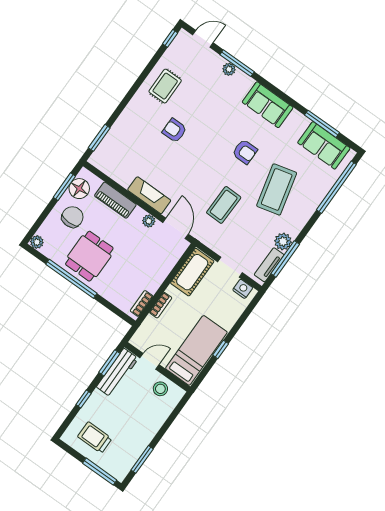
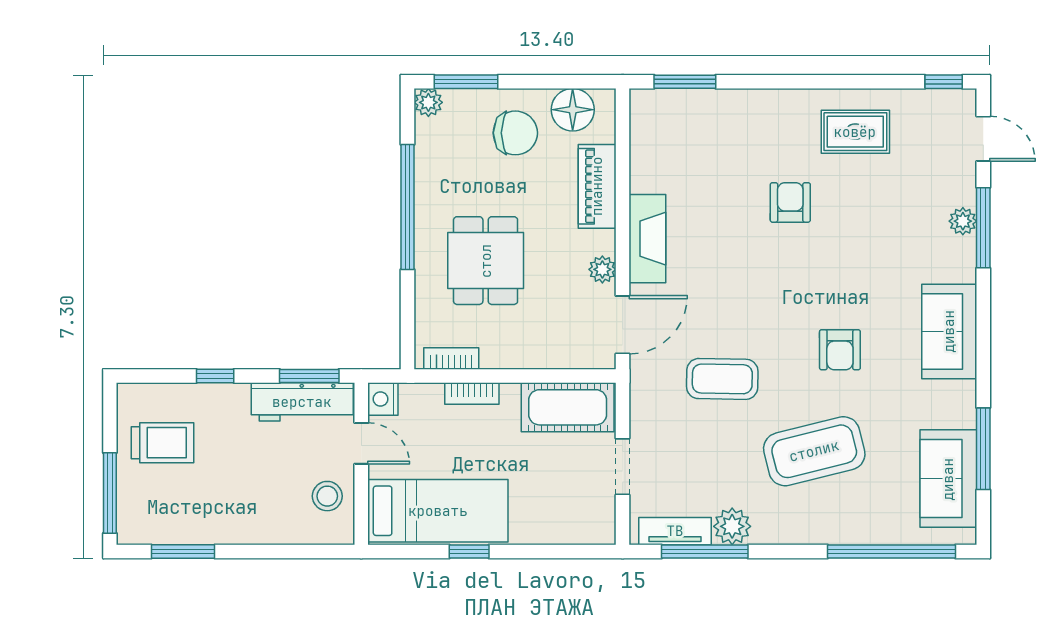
window: (64, 187) -> (466, 82), moved
dining table: (89, 256) -> (486, 261), moved, turned 90
nightstand: (243, 289) -> (383, 399), moved, turned 180
trolley: (95, 438) -> (162, 443), turned 90

